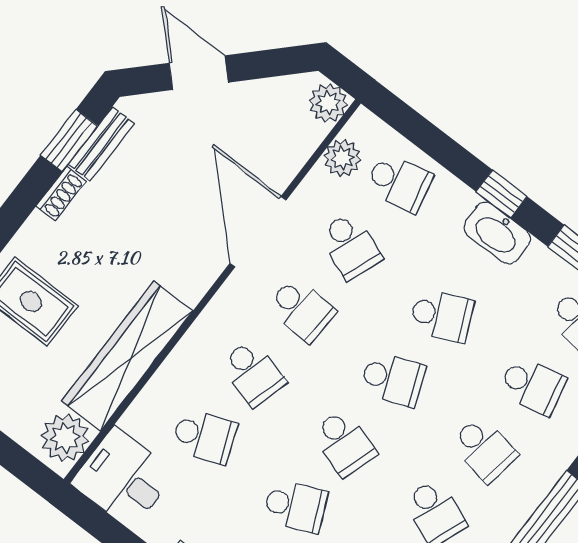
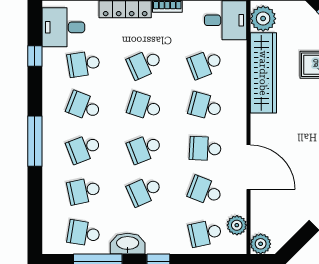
washbasin: (497, 233) -> (128, 244), moved
school desk: (484, 449) -> (84, 149), turned -30

